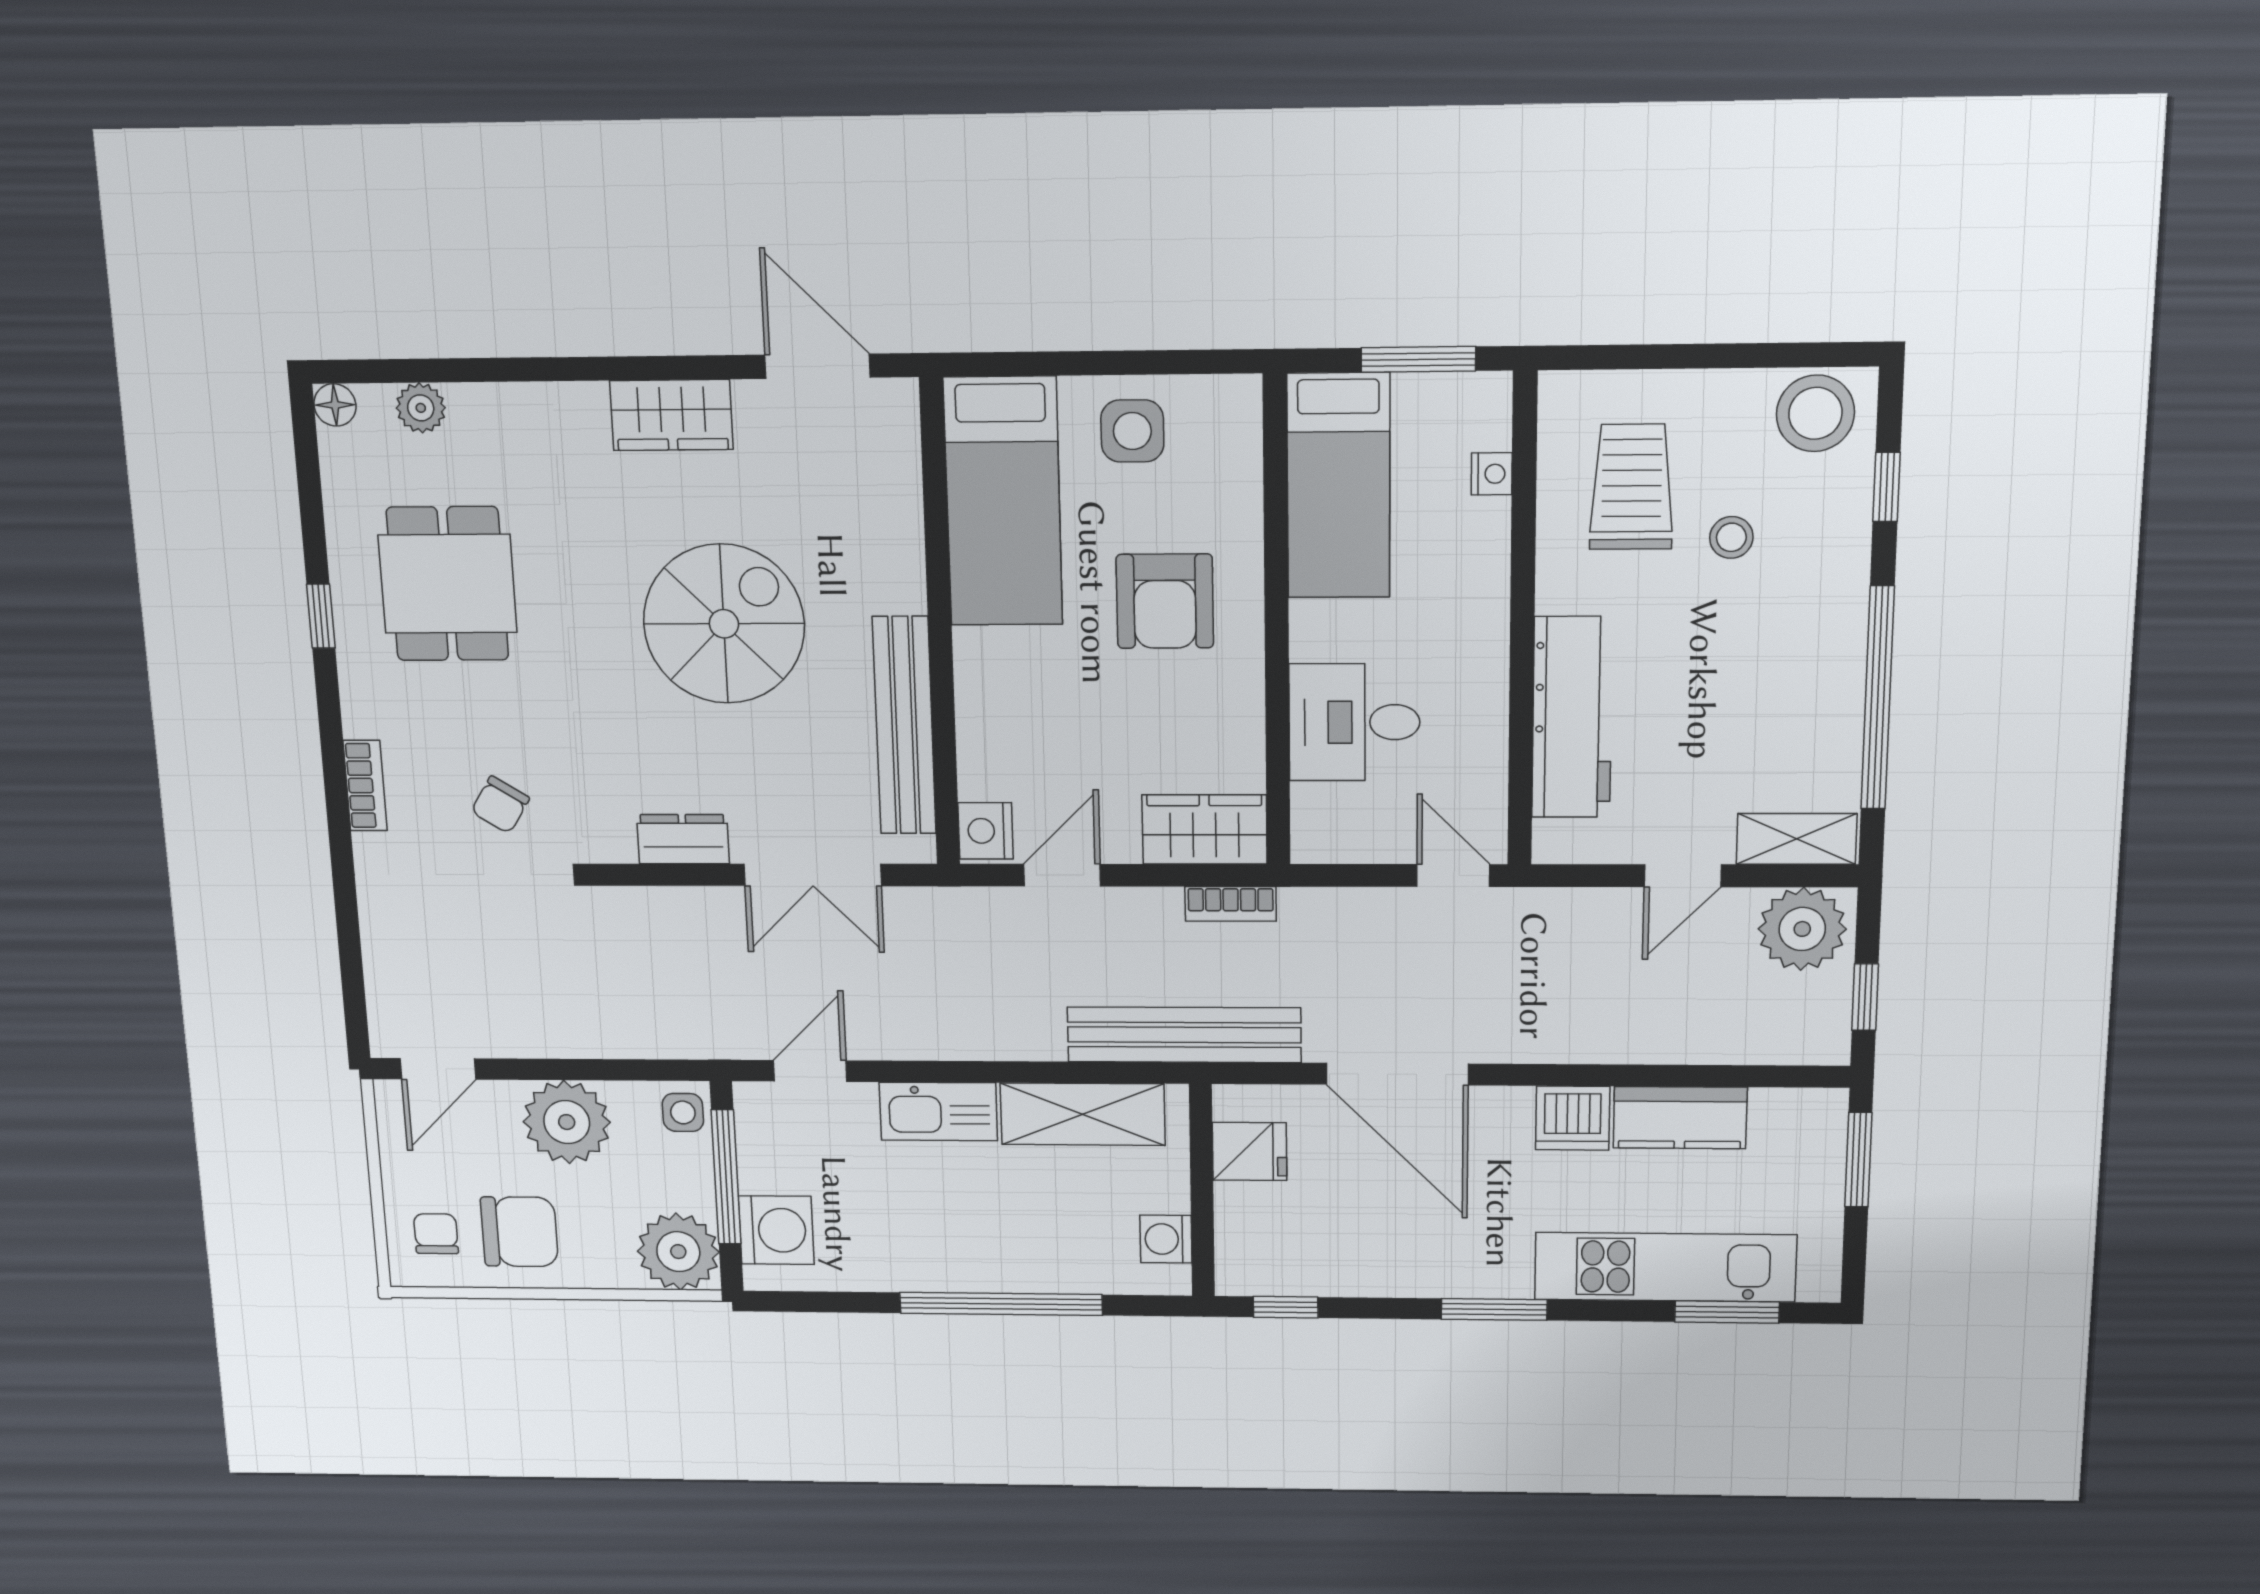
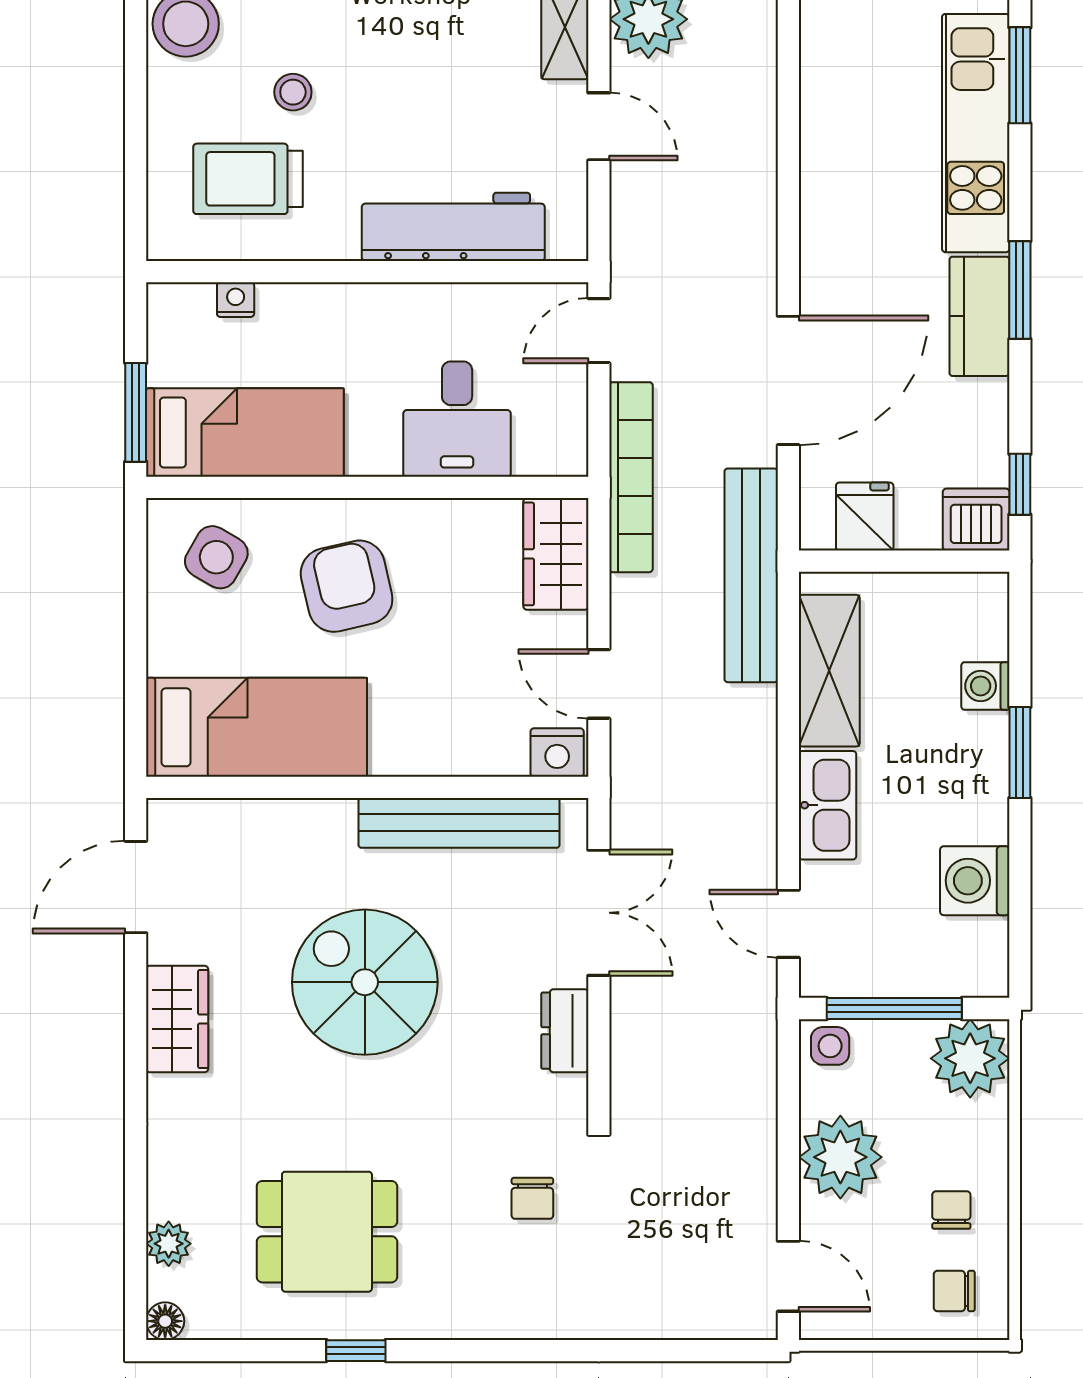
window: (1418, 359) -> (136, 412), moved
side table: (1132, 431) -> (216, 557), moved, turned 30
armchair: (1165, 601) -> (347, 586), turned -103
bookcase: (365, 785) -> (514, 1323), removed
chair: (500, 805) -> (532, 1198), turned 58
bookcase: (1231, 904) -> (631, 477), width x2.31, depth x1.31
dishwasher: (1573, 1118) -> (976, 520), moved, turned -90
kitchen counter: (1680, 1118) -> (979, 316), moved, turned 180
washing machine: (776, 1230) -> (975, 881), moved, turned -90
chair: (519, 1232) -> (951, 1210), width x0.54, depth x0.54
washing machine: (1166, 1239) -> (985, 686), moved, turned 90
window: (1001, 1304) -> (1020, 752), width x0.47

